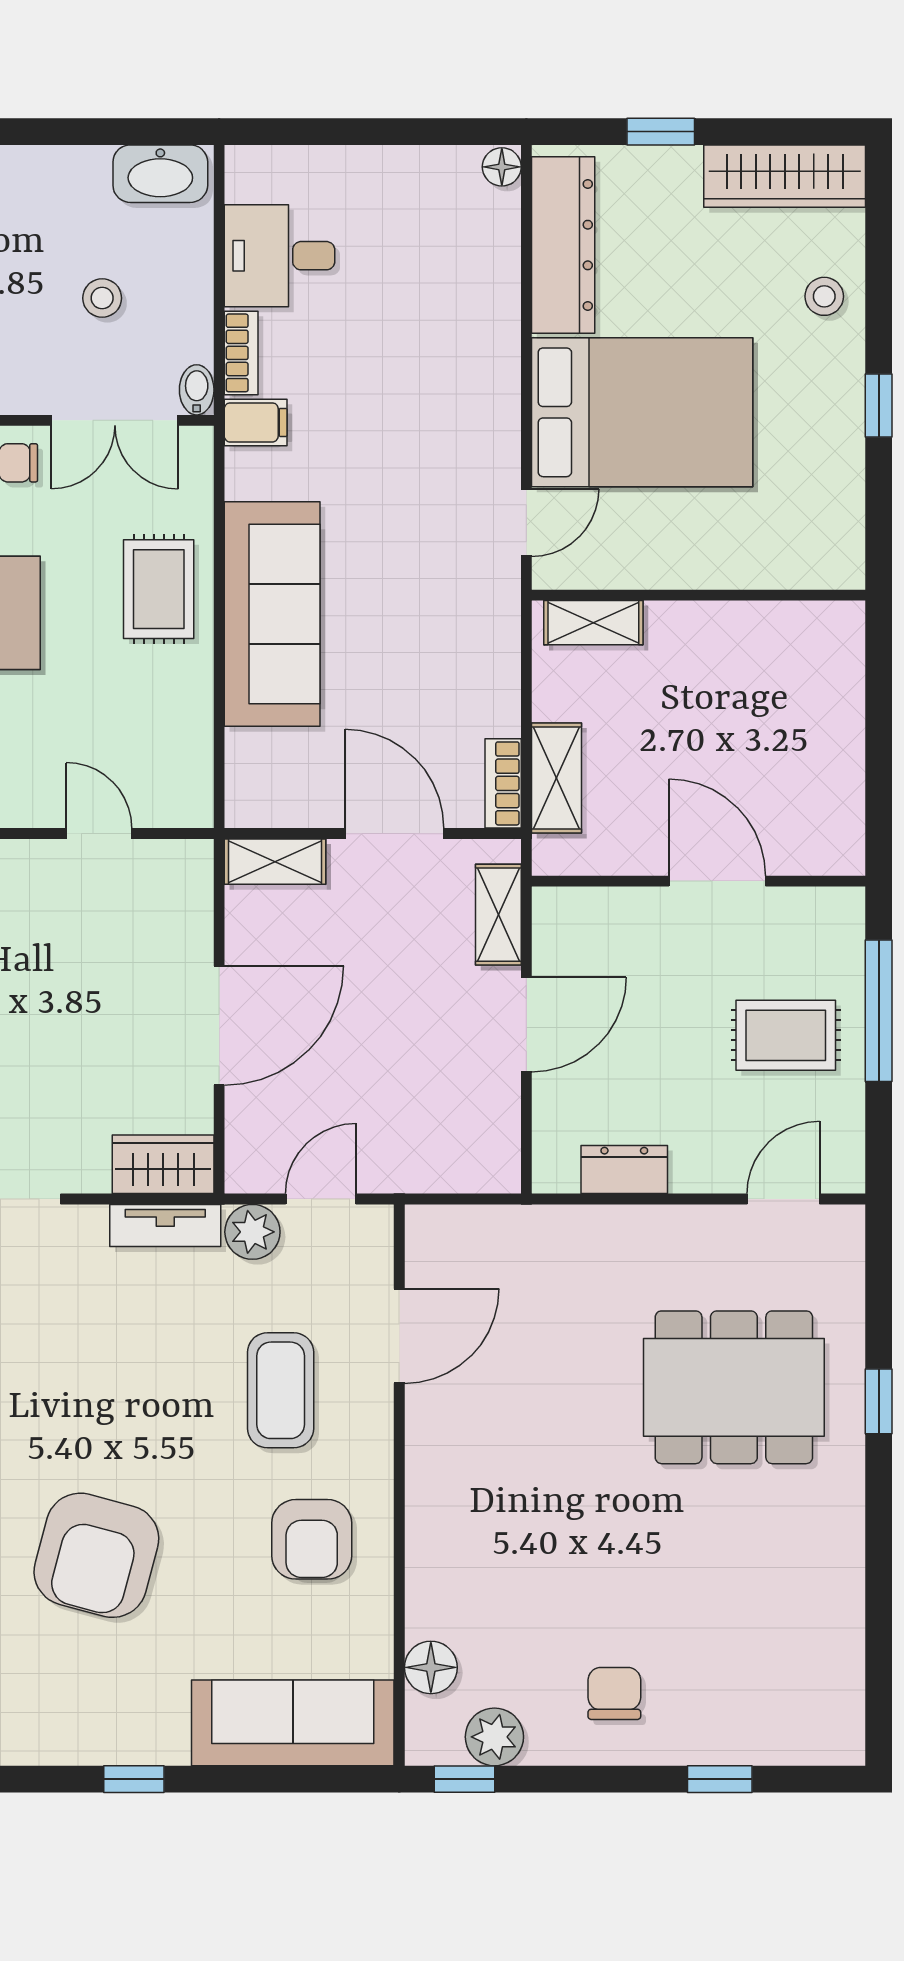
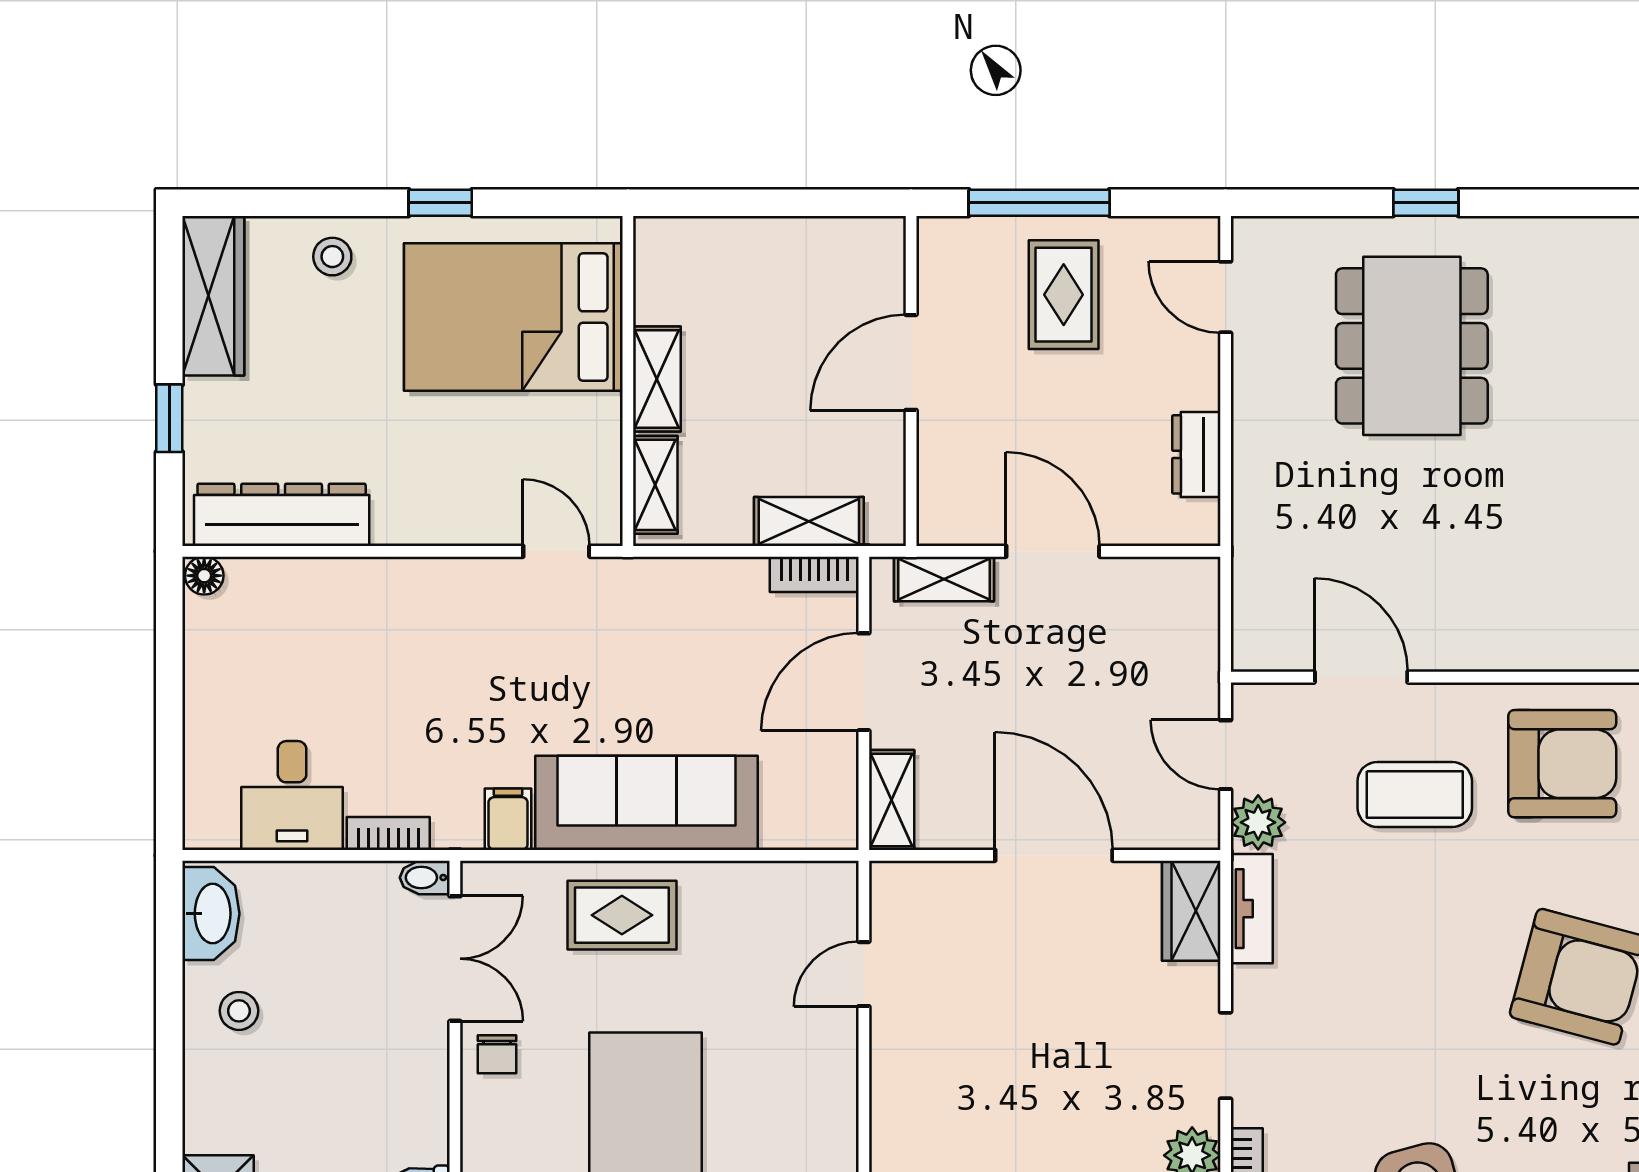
stool: (102, 298) -> (239, 1011), moved
bed: (642, 412) -> (513, 317), moved, turned -90
filing cabinet: (256, 422) -> (508, 819), moved
shelving: (700, 624) -> (657, 379), added
armchair: (312, 1539) -> (1562, 764), width x1.36, depth x1.36

